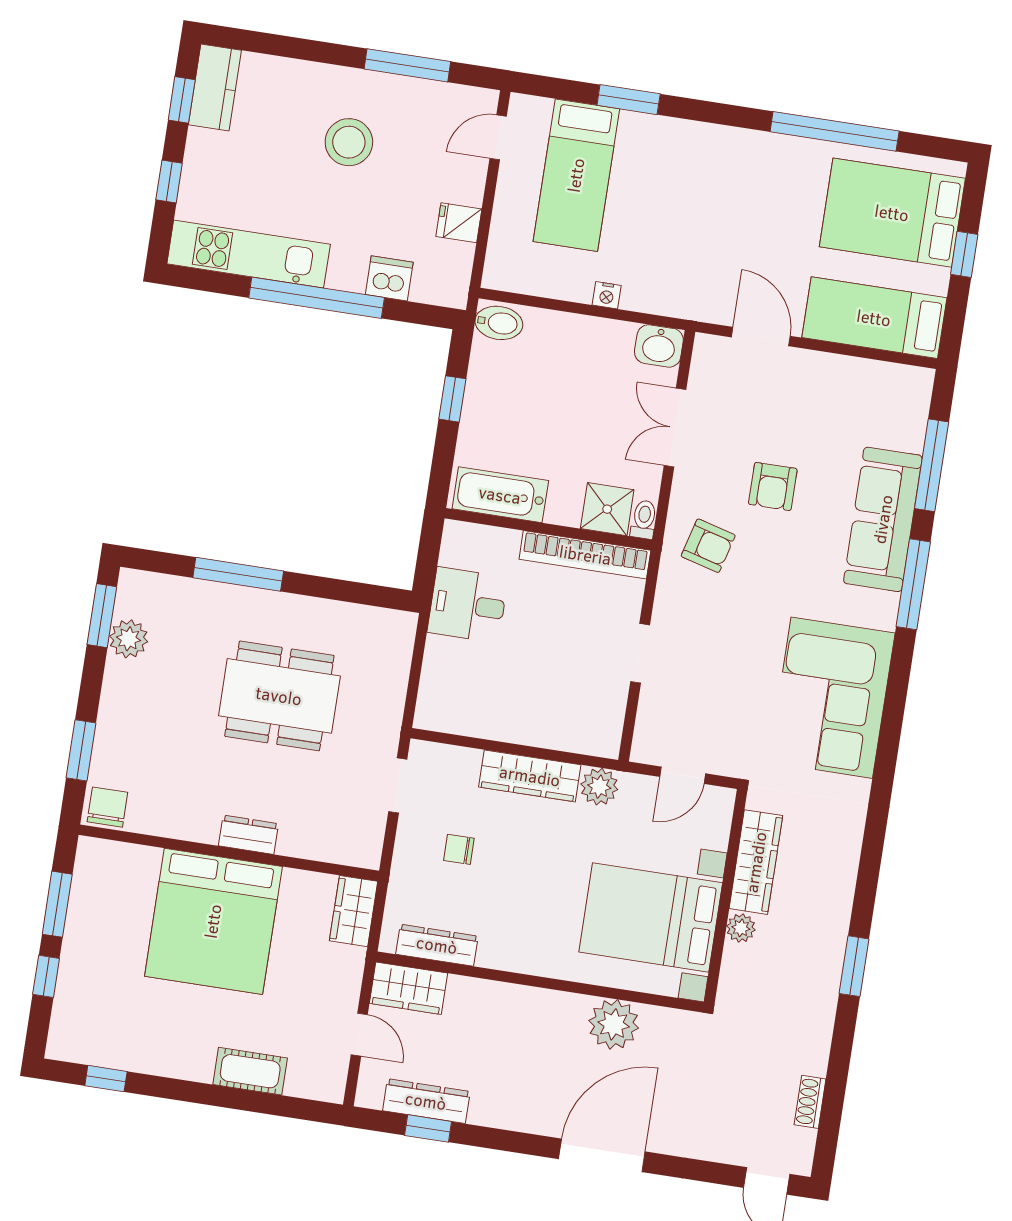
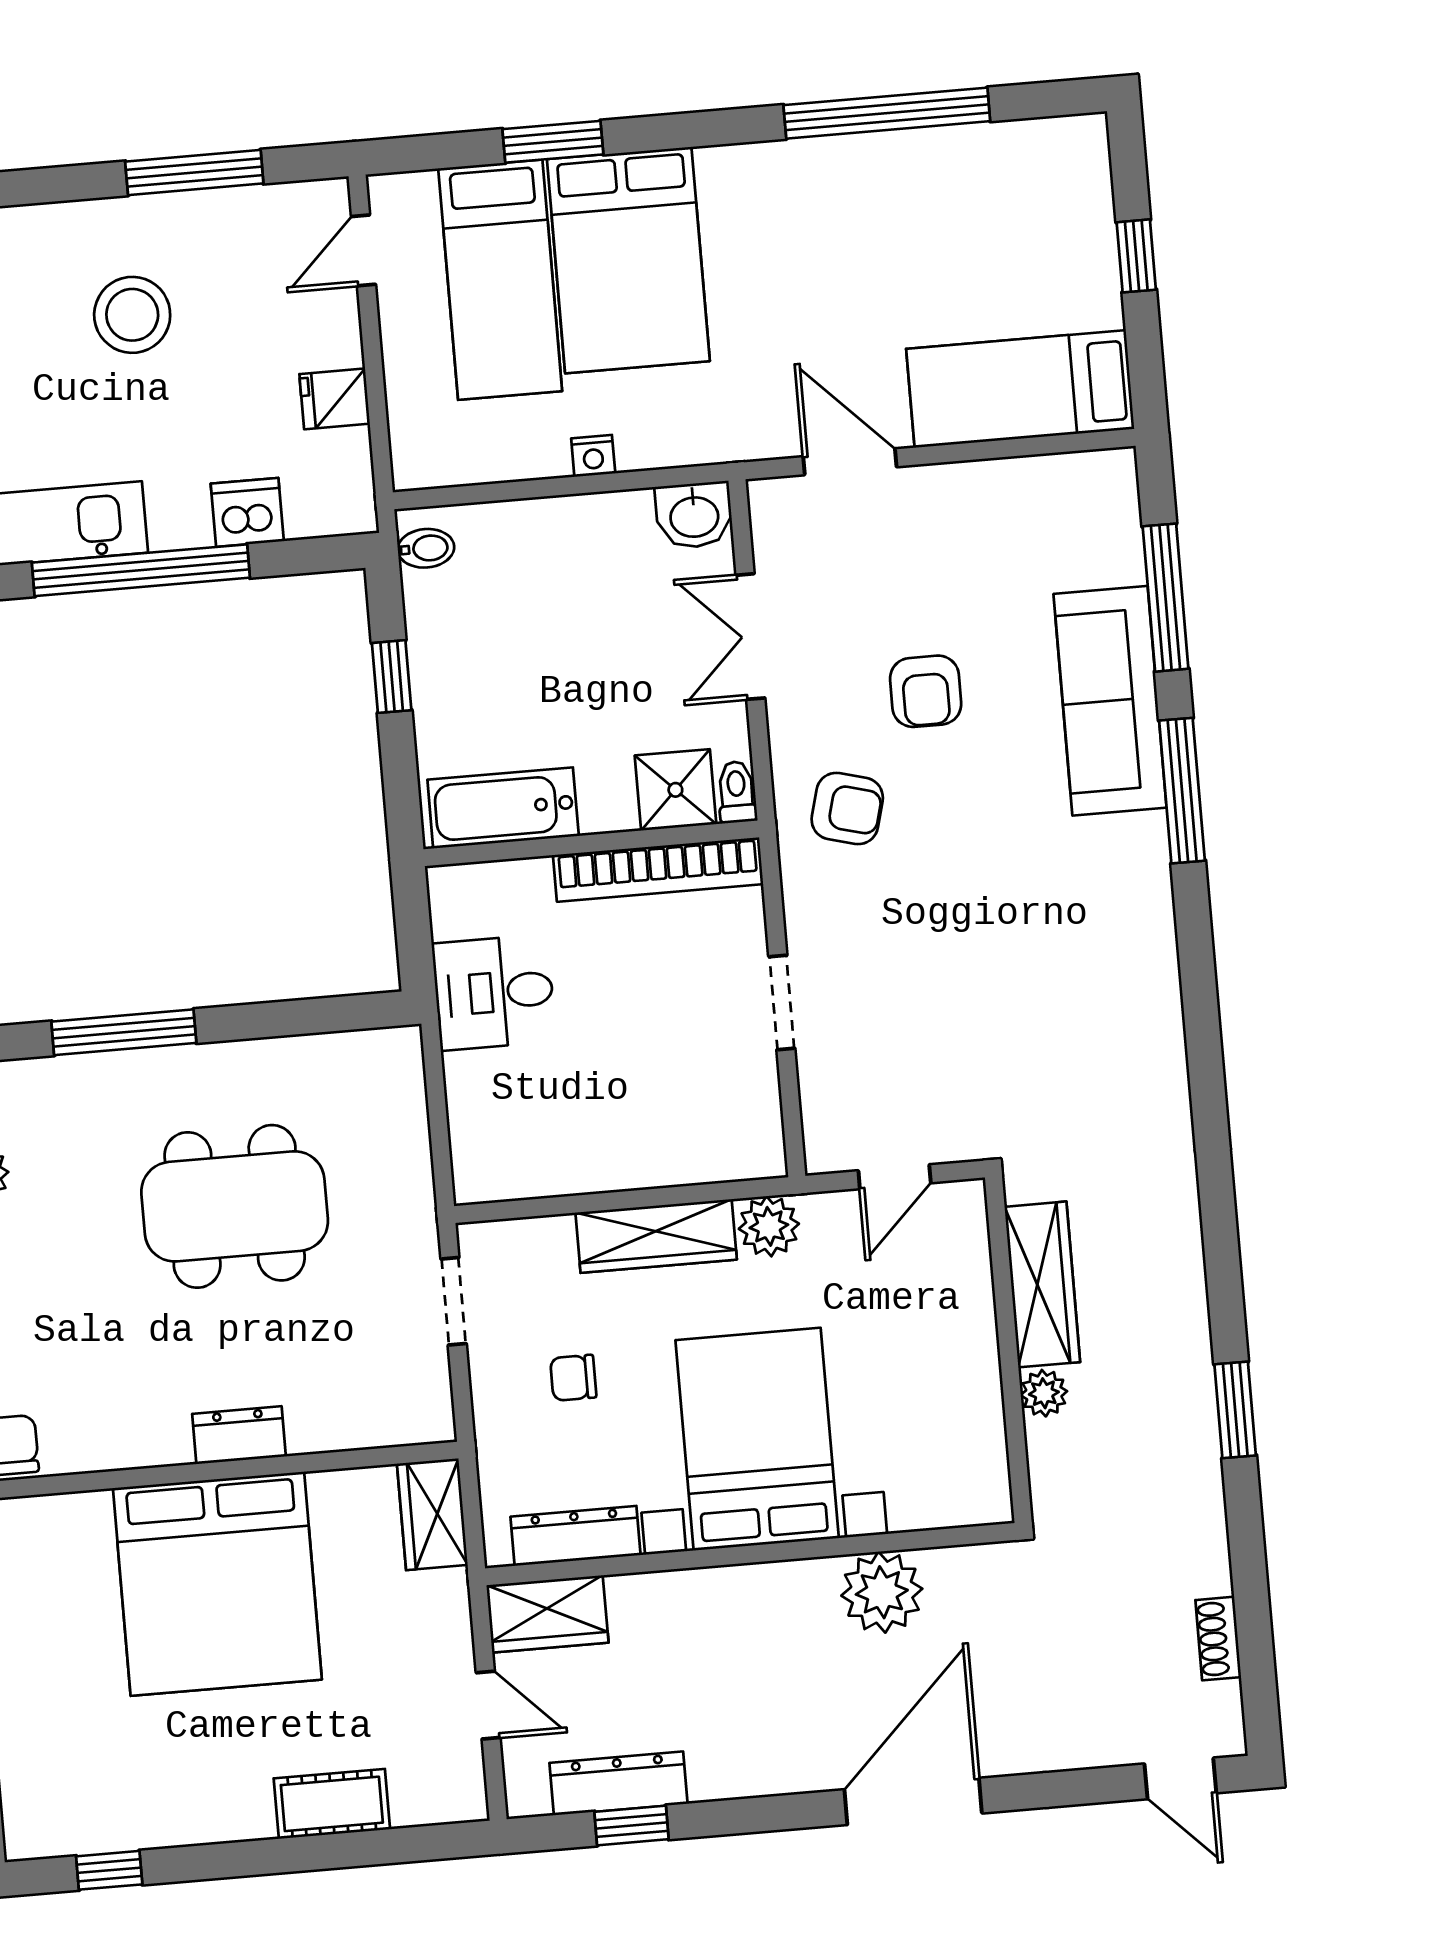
bed: (892, 213) -> (628, 260), moved, turned -90
bidet: (499, 323) -> (426, 548), width x0.72, depth x0.74
corner sofa: (832, 698) -> (1098, 999), removed
bed with nightstands: (651, 917) -> (757, 1439), moved, turned 90

